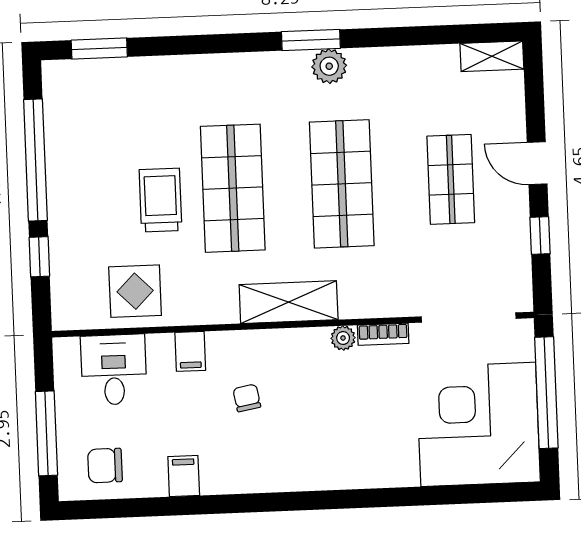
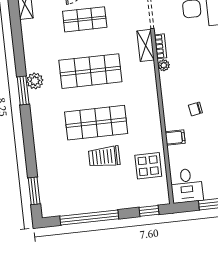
window: (39, 257) -> (149, 211), moved
shelving: (289, 302) -> (146, 45), moved, width x0.67, depth x0.75
desk: (114, 370) -> (187, 186), moved, turned -90

